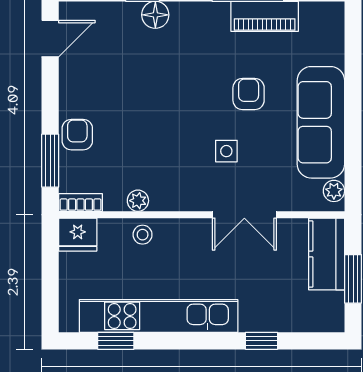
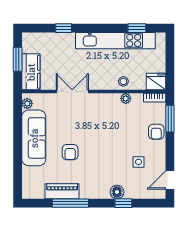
side table: (226, 151) -> (139, 162), moved

